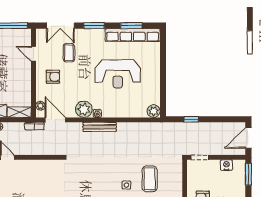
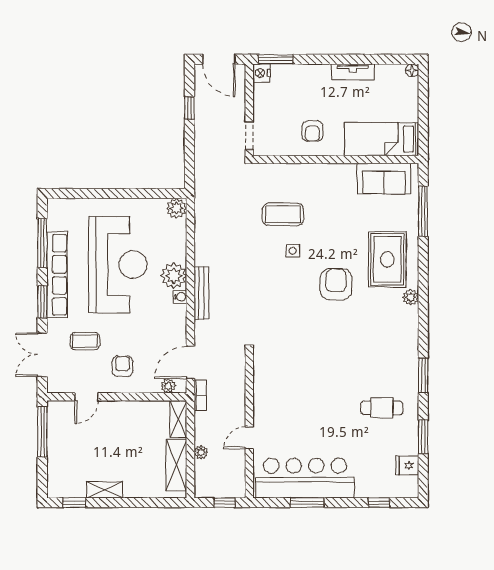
double door: (60, 26) -> (42, 355), swing flipped
window: (131, 26) -> (42, 243), width x1.44
row of seats: (133, 35) -> (57, 275), moved
reception desk: (118, 74) -> (118, 265), width x1.36, depth x1.30
plant: (84, 109) -> (174, 276), moved
window: (191, 119) -> (189, 108), moved
nightstand: (226, 165) -> (261, 73), moved

